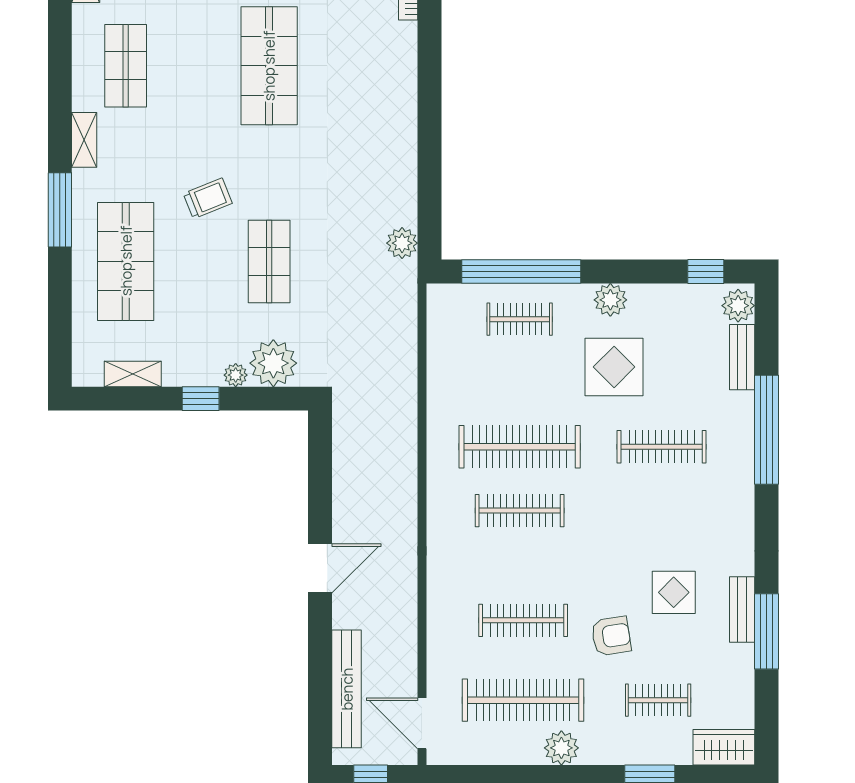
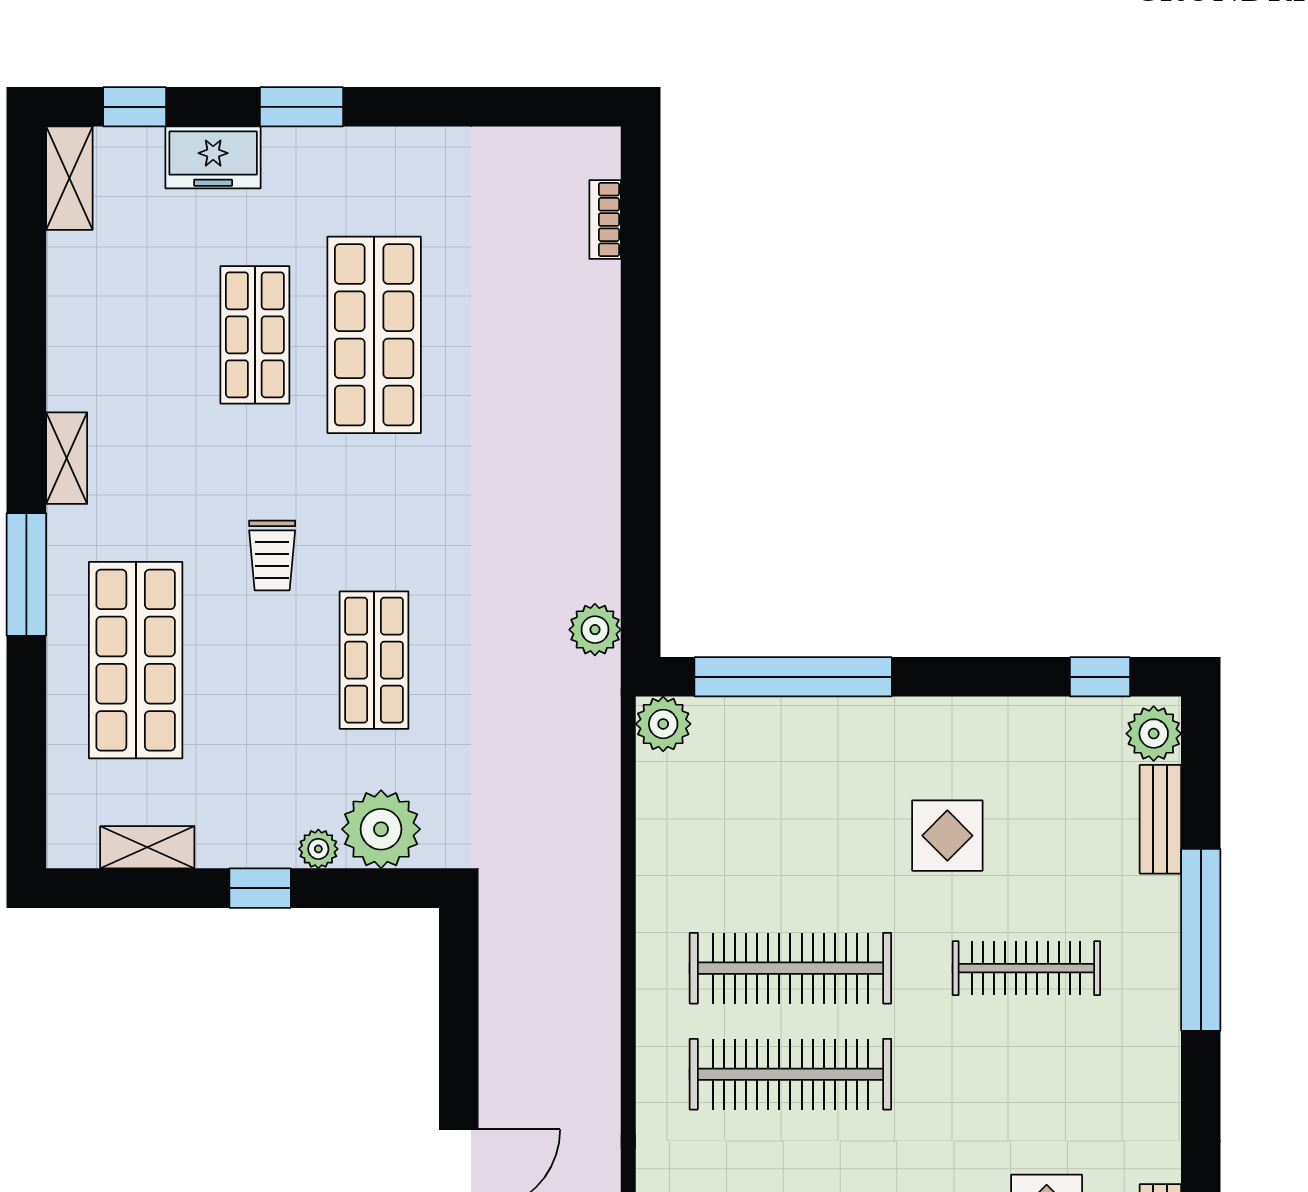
shop shelf: (126, 66) -> (255, 335), moved
trolley: (208, 198) -> (272, 555), turned 112
plant: (610, 300) -> (663, 724), moved
clothes rail: (520, 319) -> (790, 756), removed
display table: (614, 367) -> (947, 836), width x0.73, depth x0.73
clothes rail: (520, 511) -> (790, 1074), width x1.37, depth x1.31

